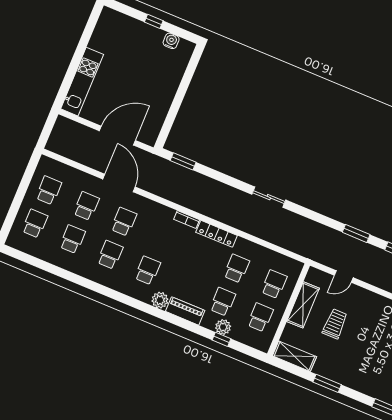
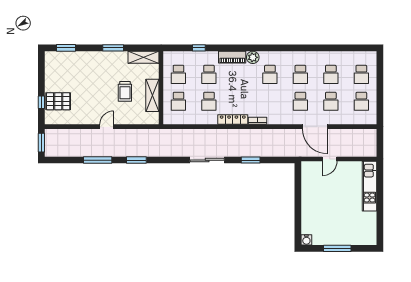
window: (154, 21) -> (337, 248), width x2.17
water cooler: (171, 41) -> (306, 240), moved
door: (117, 136) -> (330, 159), width x0.53
window: (183, 161) -> (251, 160), moved
sliding door: (269, 197) -> (207, 160), width x1.37
door: (344, 277) -> (107, 127), moved
plant: (223, 327) -> (201, 57), removed

